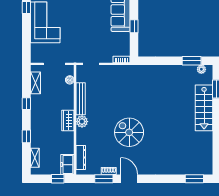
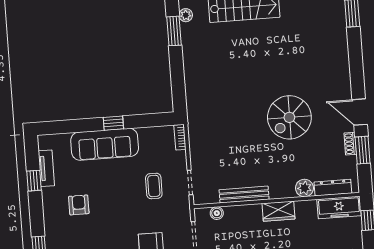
window: (134, 26) -> (113, 123), moved
coffee table: (91, 40) -> (154, 186), added
plant: (82, 122) -> (304, 188), moved
freezer: (67, 165) -> (339, 207), width x1.40
door: (129, 179) -> (360, 112), hinge flipped

